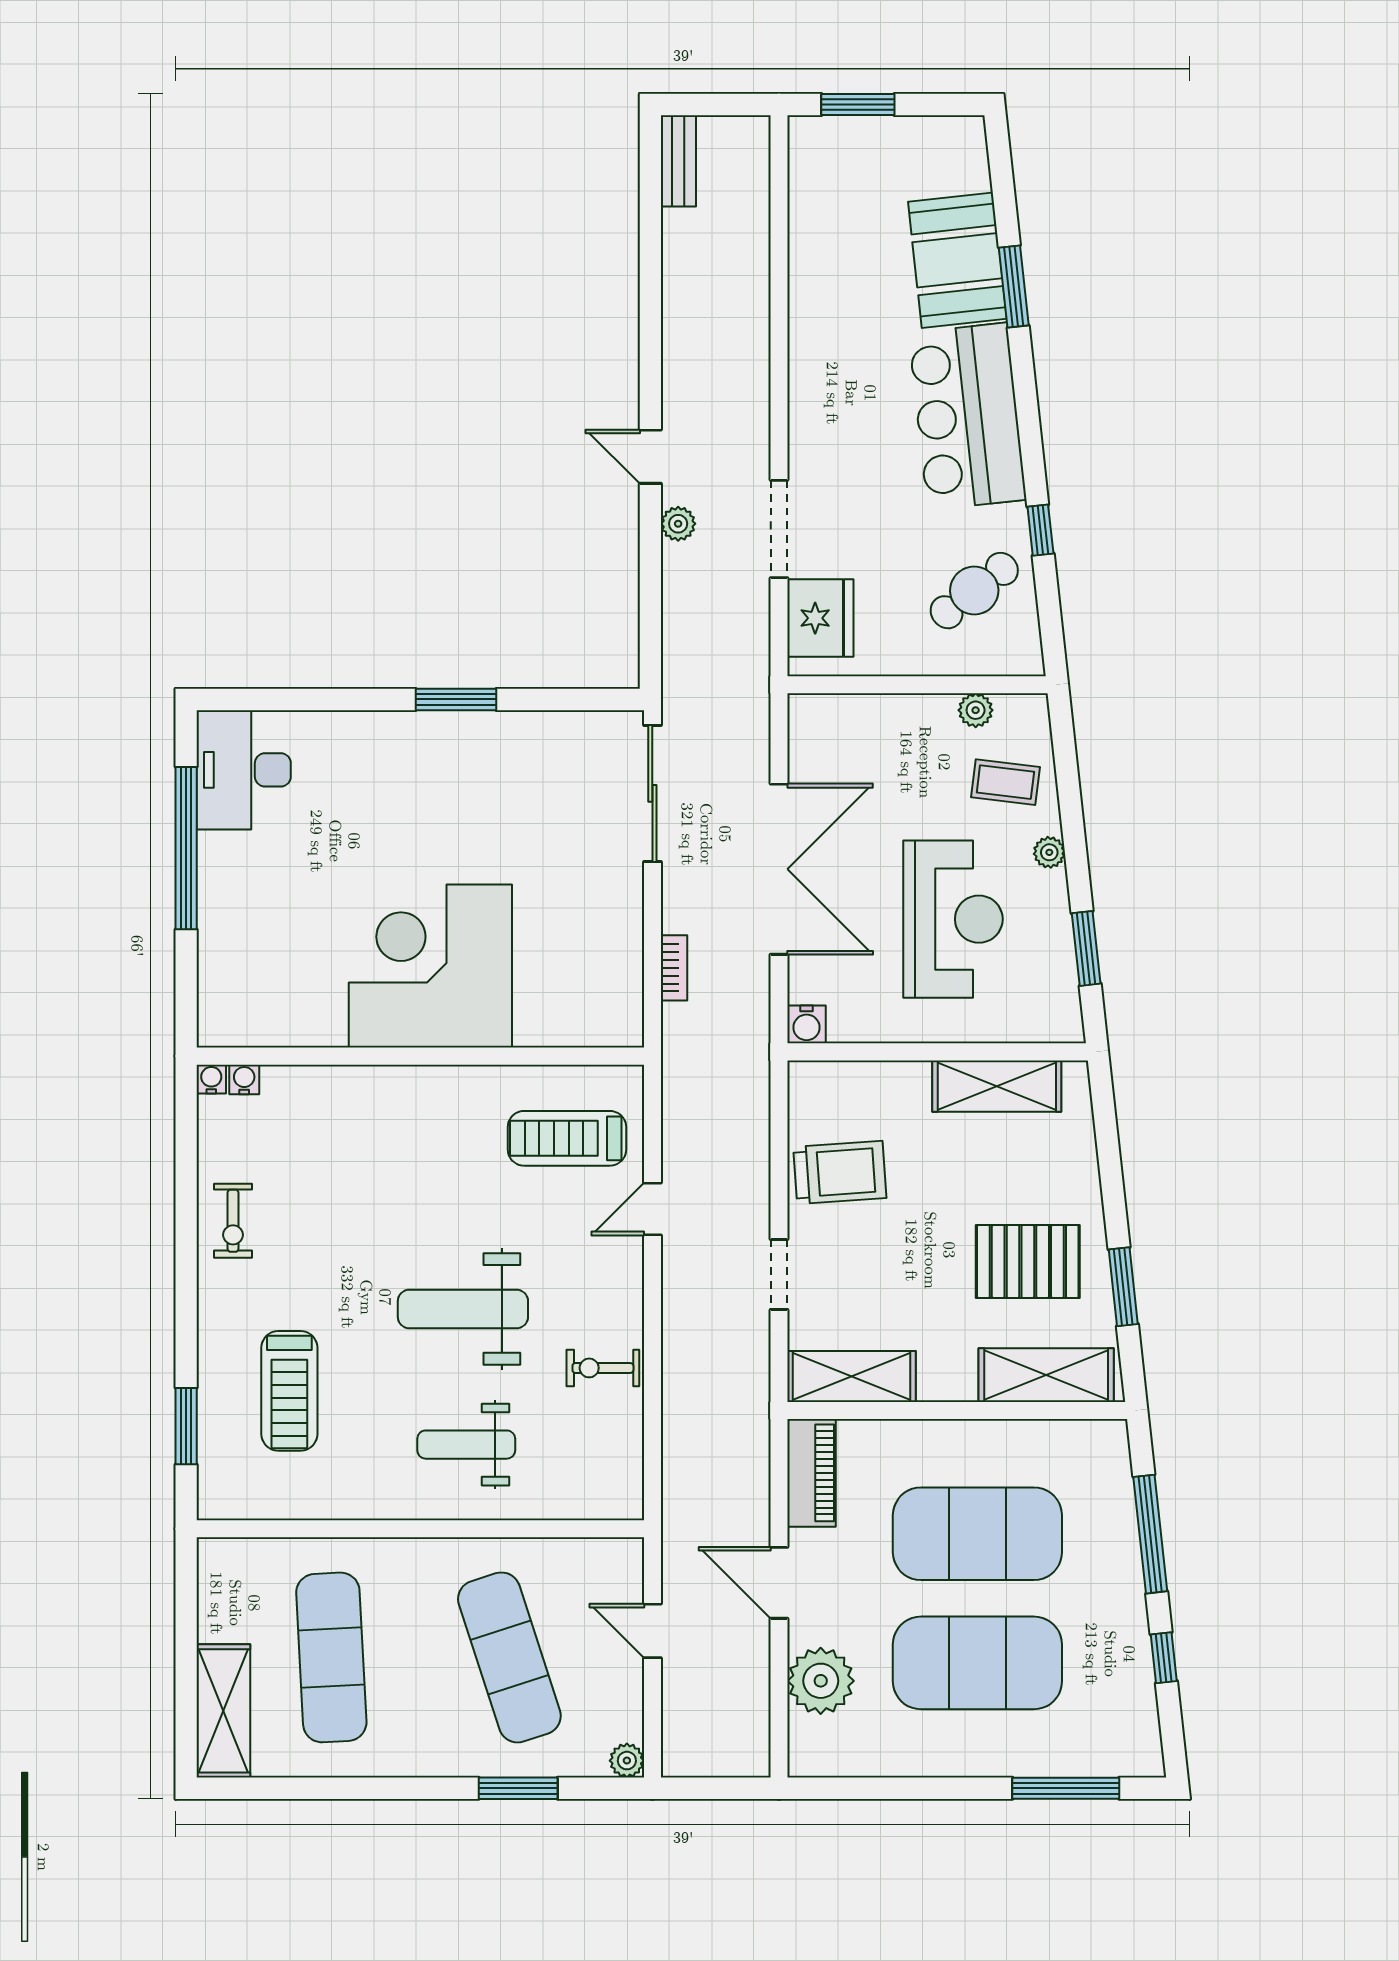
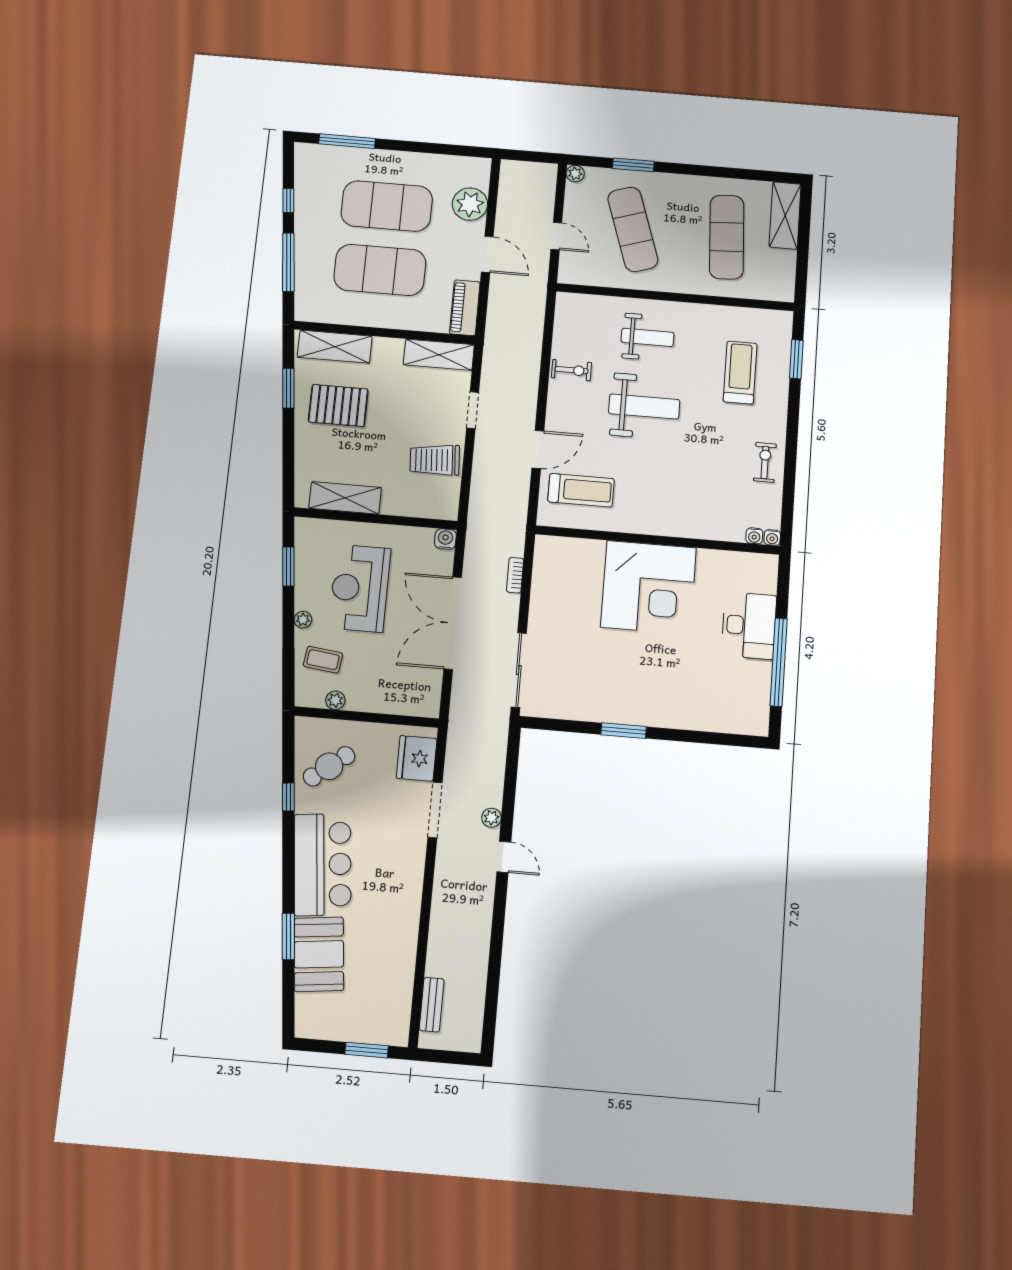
bench: (678, 161) -> (432, 1005), moved
desk: (244, 770) -> (749, 626), moved
door: (652, 1209) -> (538, 449), width x1.38

